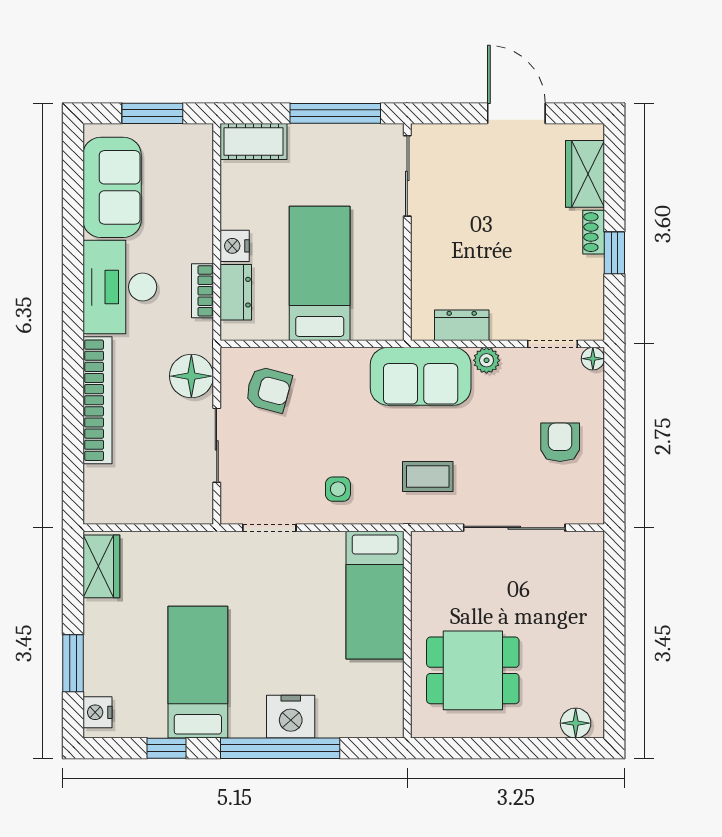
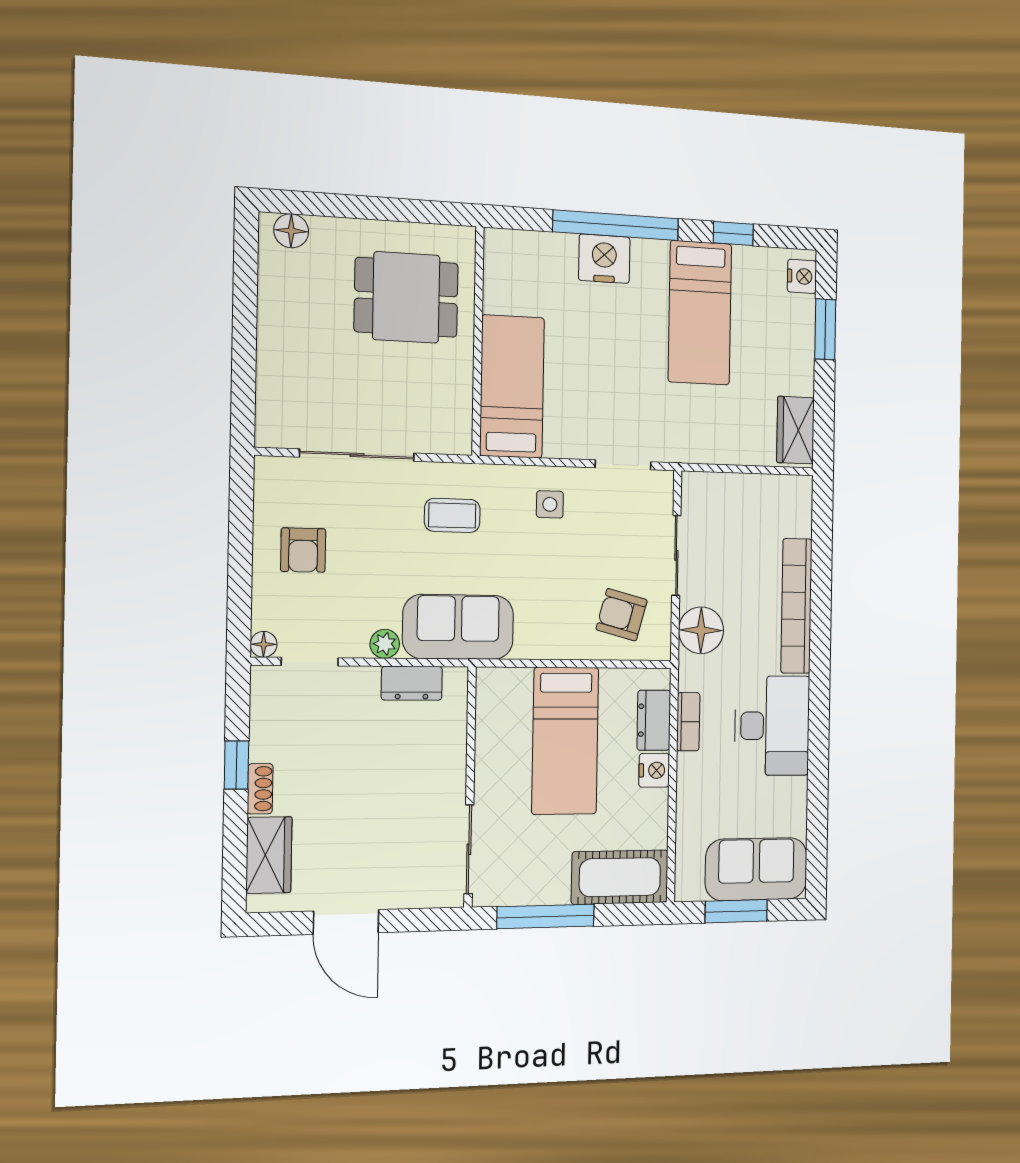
cot: (253, 141) -> (620, 877), width x1.37, depth x1.34
sofa: (112, 187) -> (756, 869), moved, turned 90

